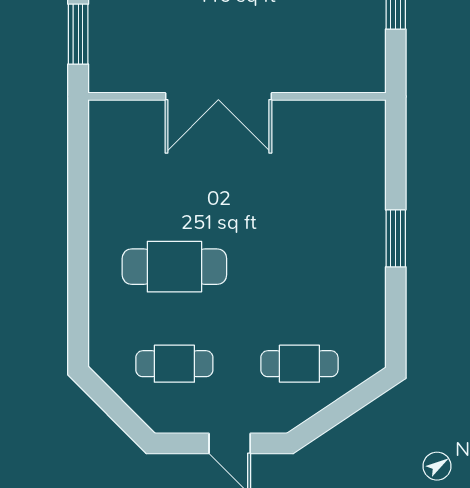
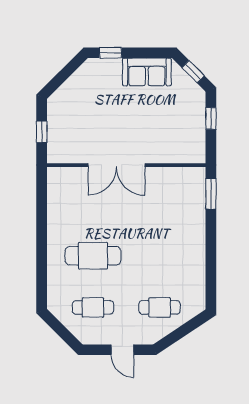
window: (78, 34) -> (42, 132), width x0.67
window: (396, 238) -> (211, 194), moved

